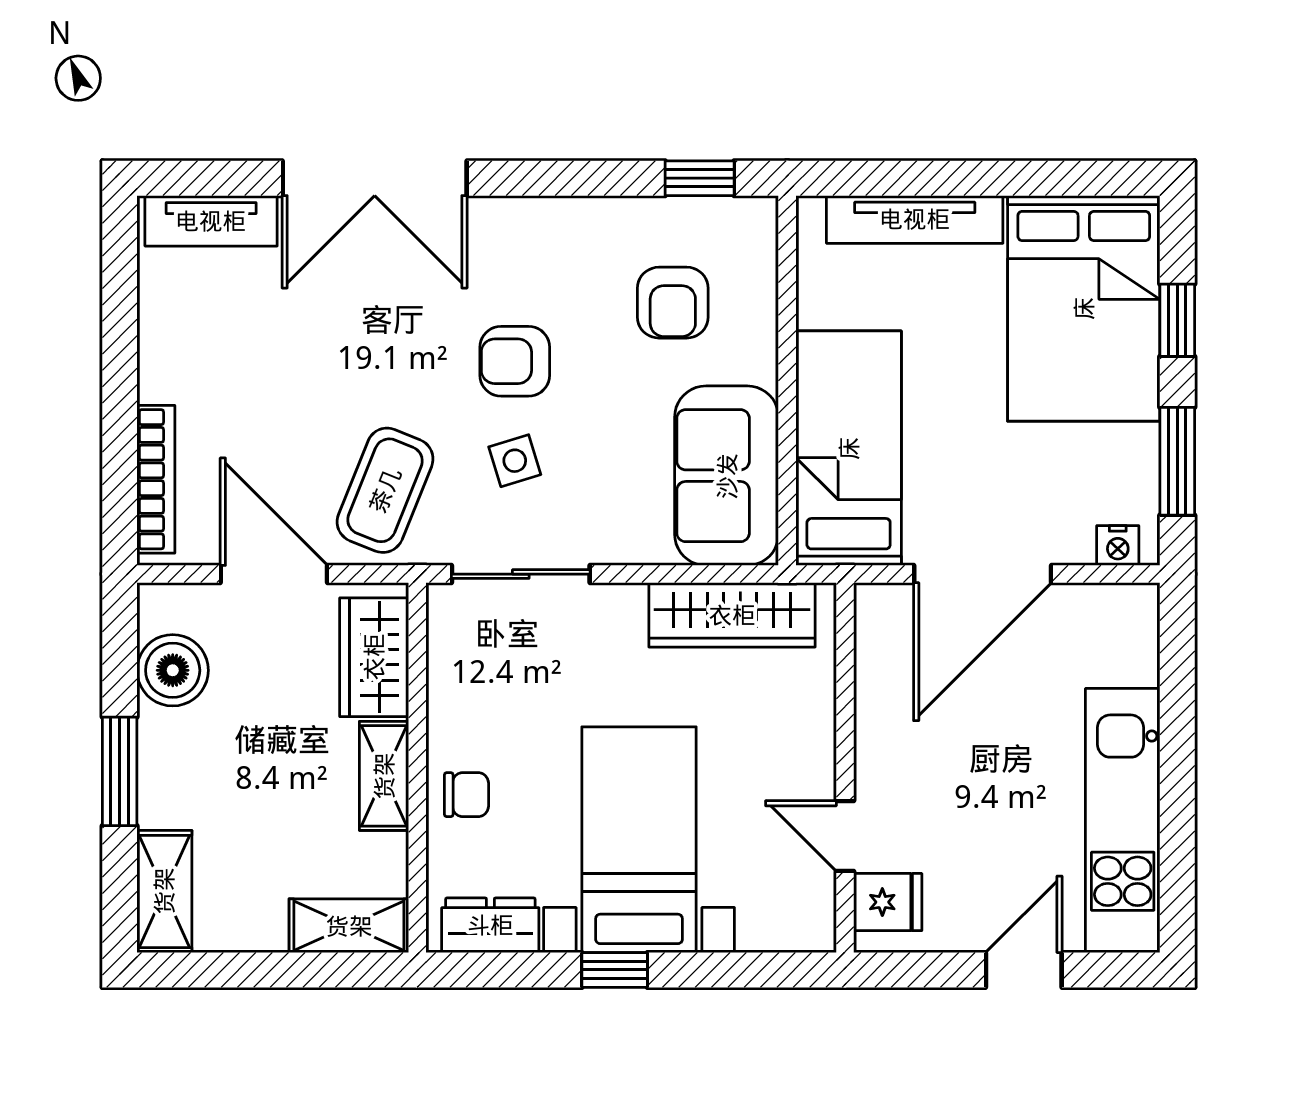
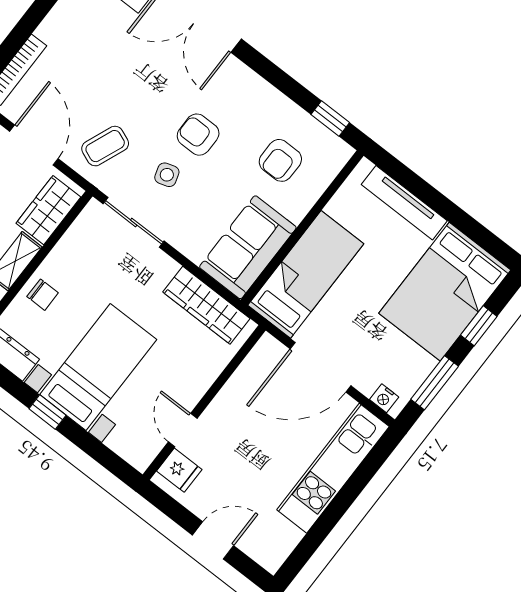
coffee table: (385, 490) -> (105, 146), width x0.73, depth x0.77
kitchen unit: (1123, 821) -> (333, 468), moved

